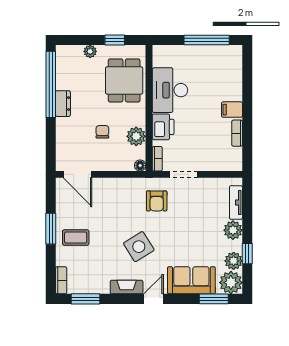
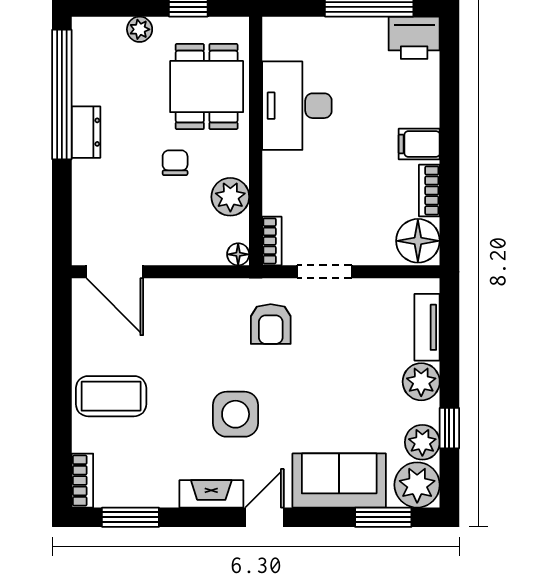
printer: (163, 127) -> (414, 38), moved, turned 90
chair: (102, 132) -> (175, 163), moved
floor lamp: (231, 159) -> (418, 241), added
window: (51, 229) -> (62, 379), removed
coffee table: (76, 237) -> (111, 396), width x1.36, depth x1.30
side table: (139, 247) -> (236, 414), turned 32

